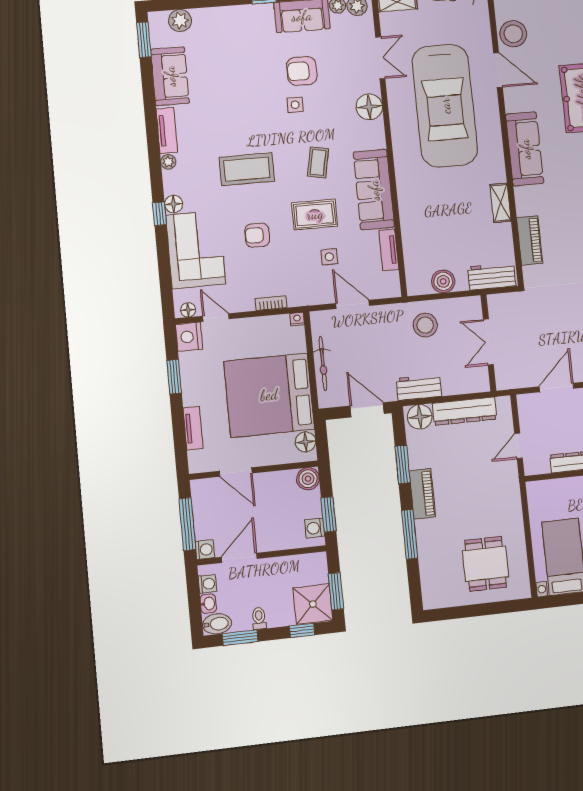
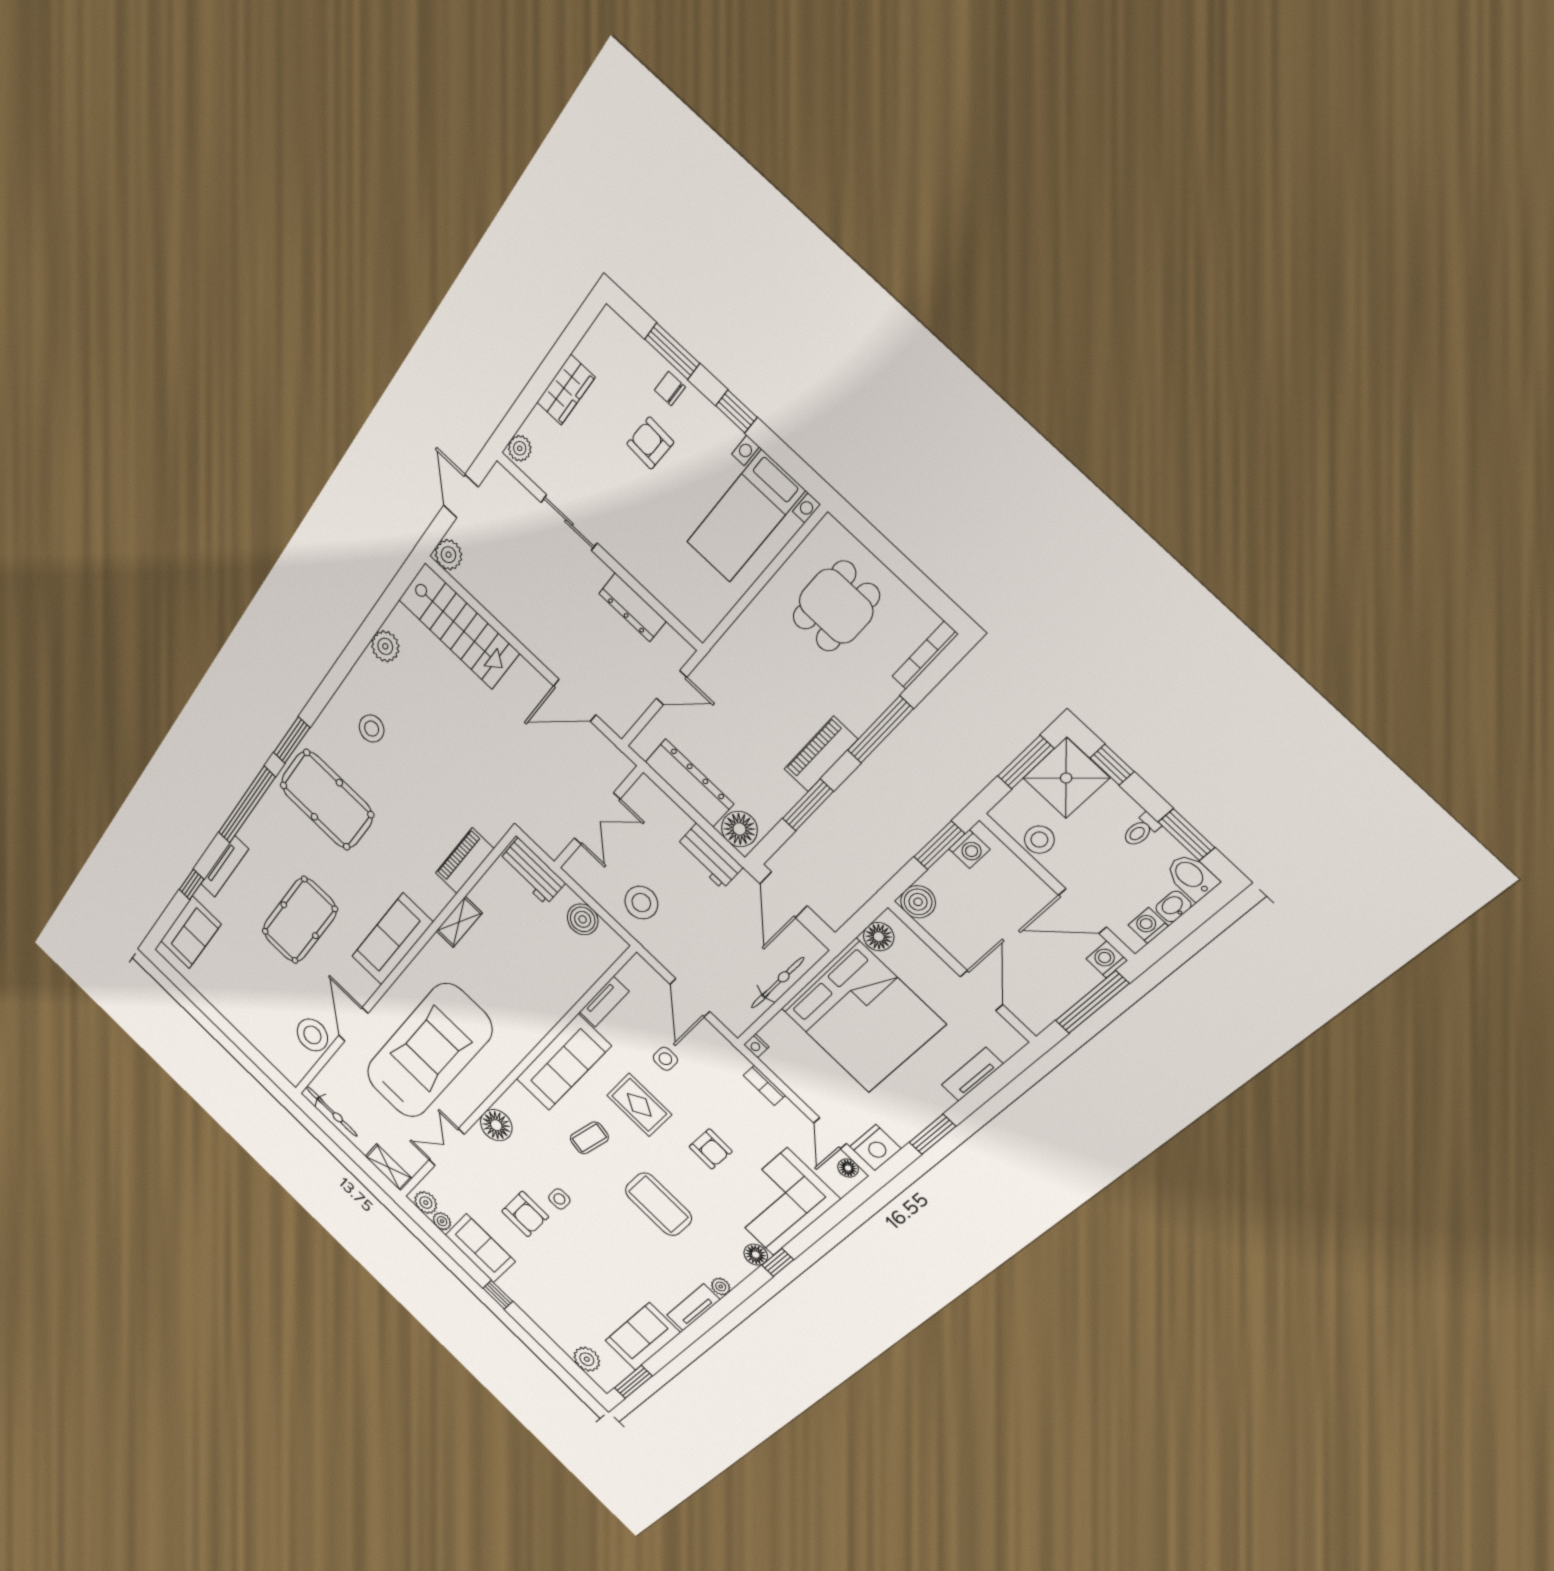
stool: (292, 566) -> (1039, 840), added
bookcase: (427, 586) -> (925, 655), added

